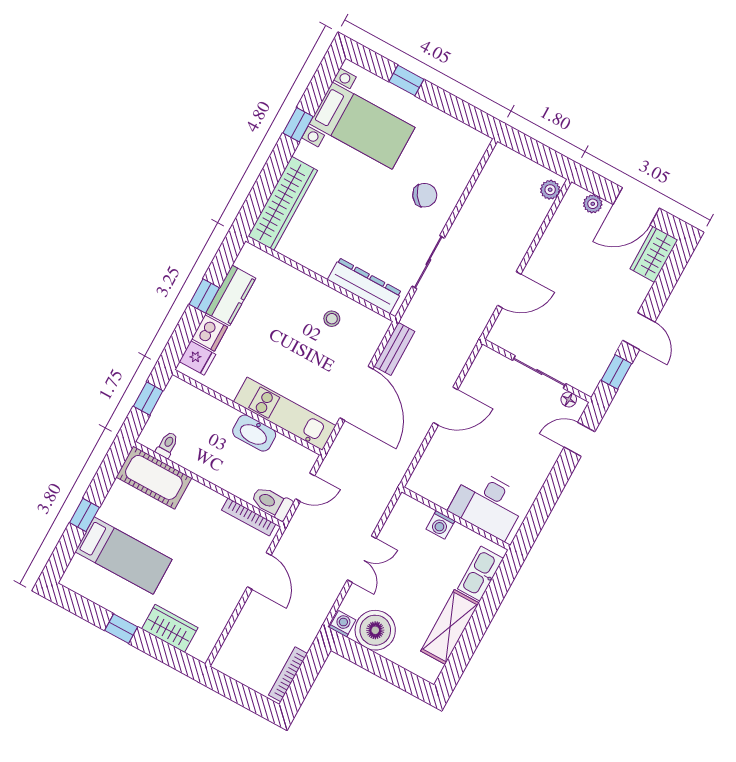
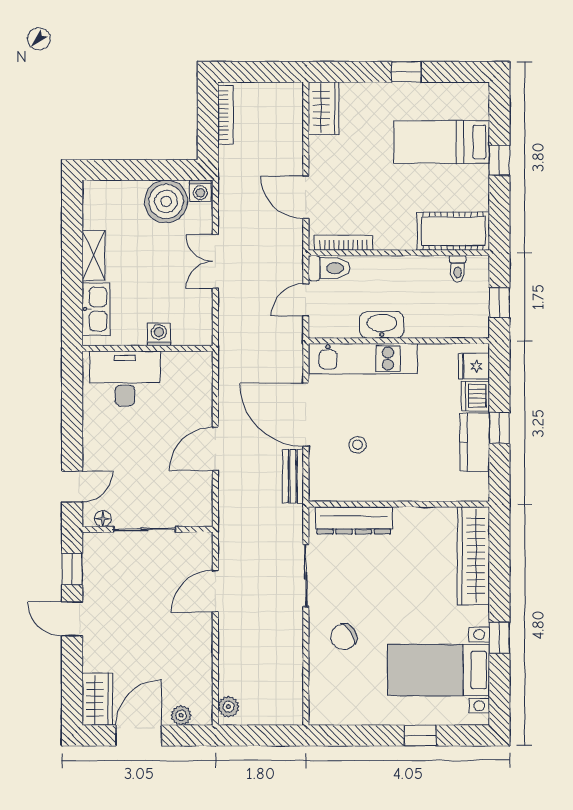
stool: (332, 319) -> (358, 445), moved
shelving: (450, 627) -> (93, 256), width x0.67, depth x0.75
wardrobe: (170, 628) -> (324, 108), moved, turned -90

